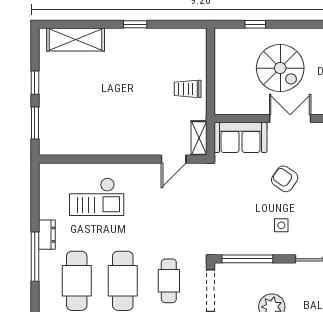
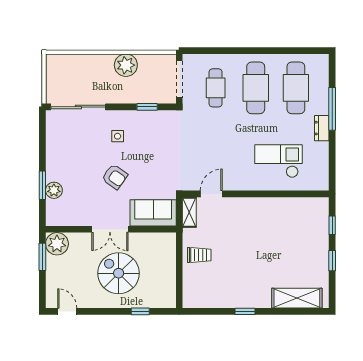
window: (35, 123) -> (332, 225), width x0.67
window: (247, 259) -> (147, 107), width x0.46

